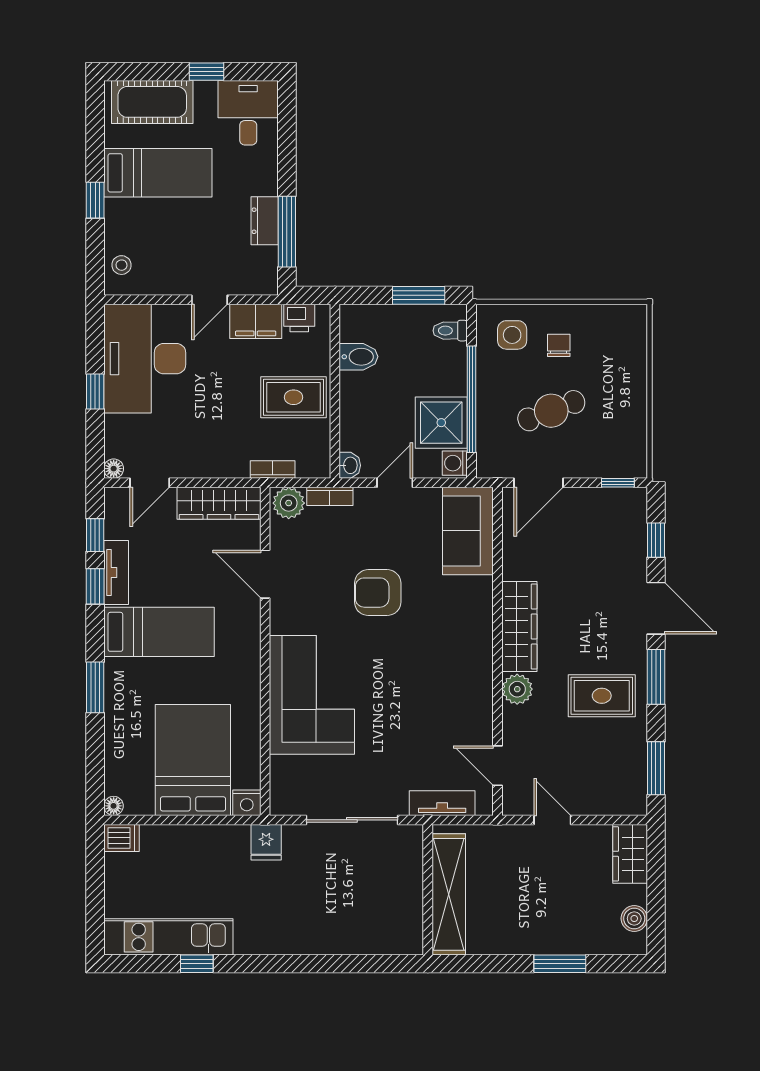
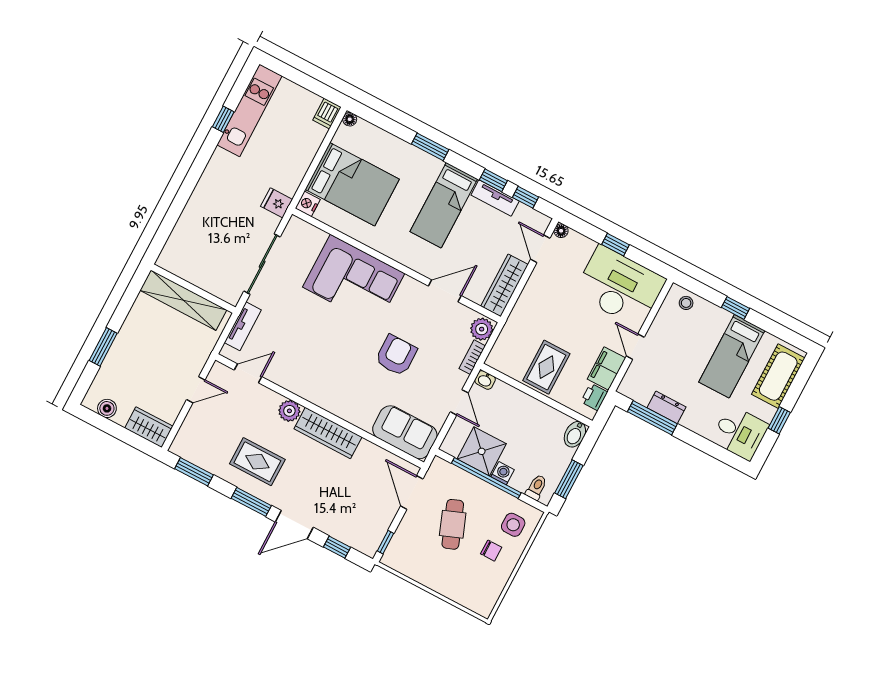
bidet: (359, 357) -> (575, 434), moved
washing machine: (455, 463) -> (503, 473), moved
bookcase: (273, 470) -> (508, 330), removed
rug: (602, 696) -> (257, 462), turned 90

